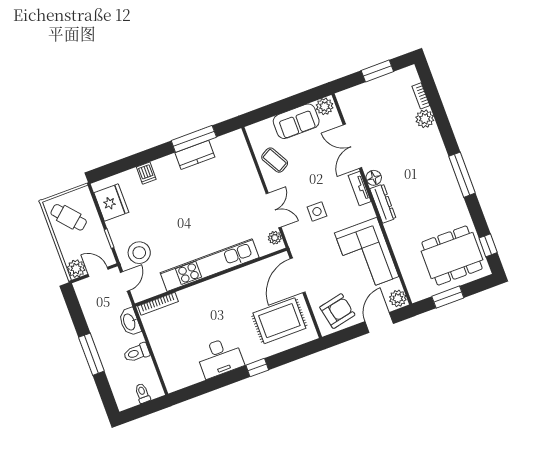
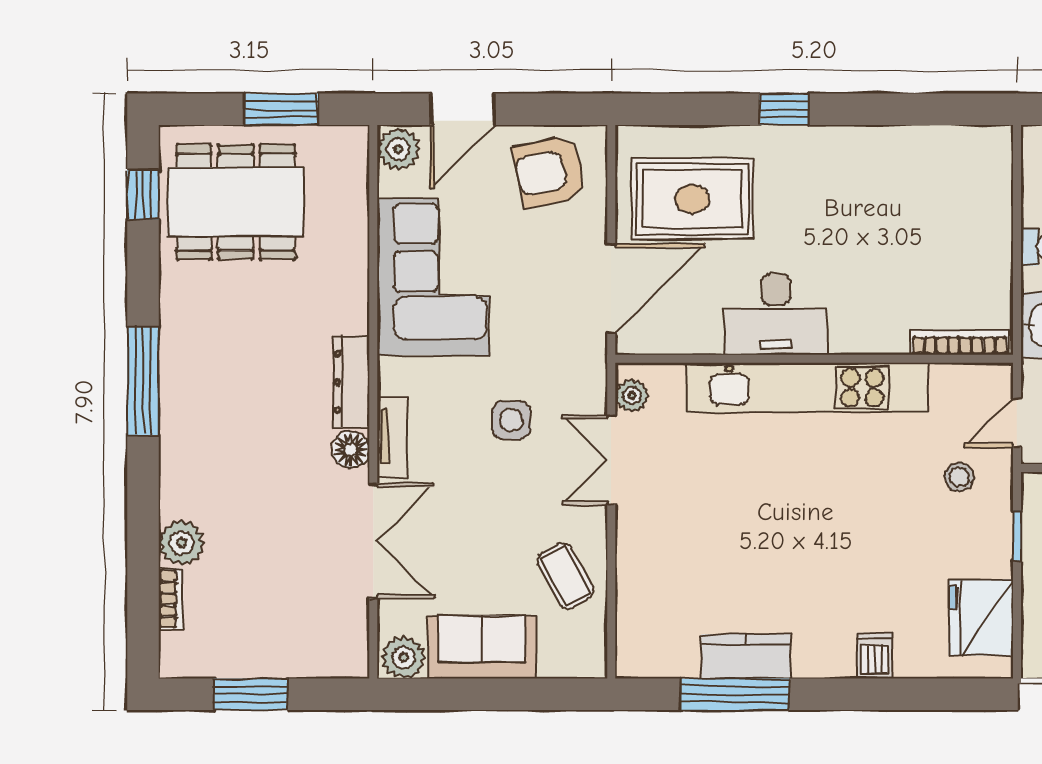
stool: (139, 253) -> (959, 477), width x0.53, depth x0.53
desk: (220, 357) -> (776, 314), moved, turned 180

